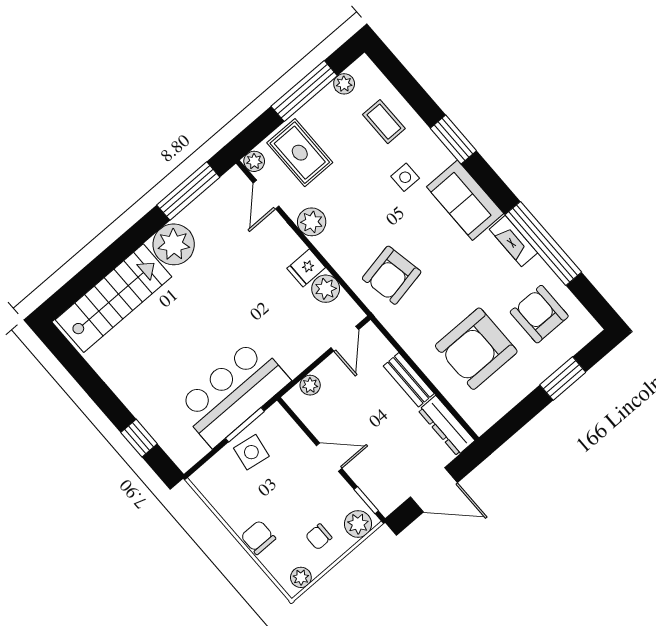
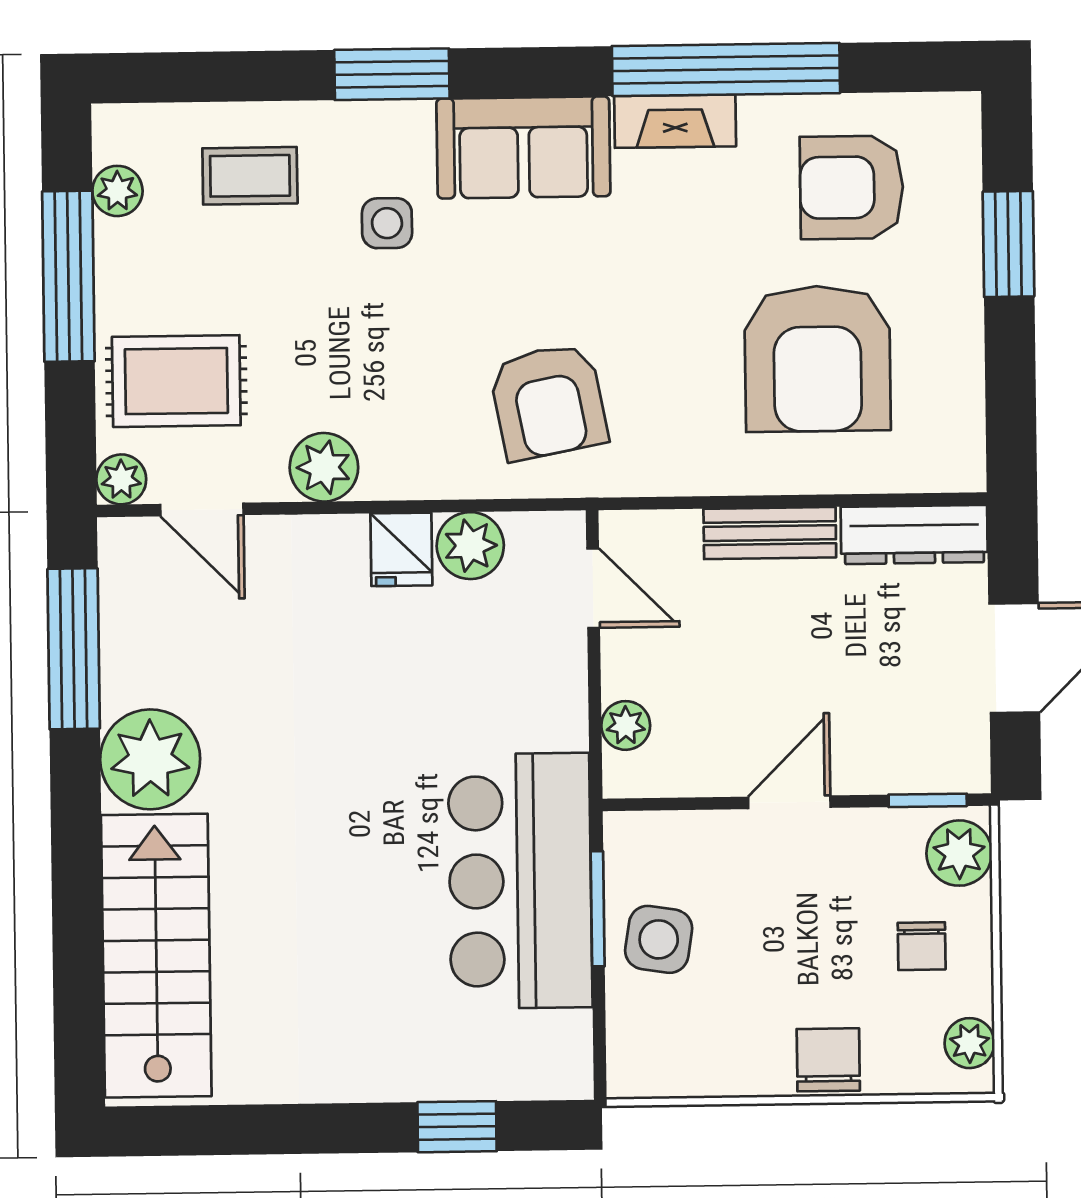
chair: (258, 537) -> (828, 1060), turned 90

